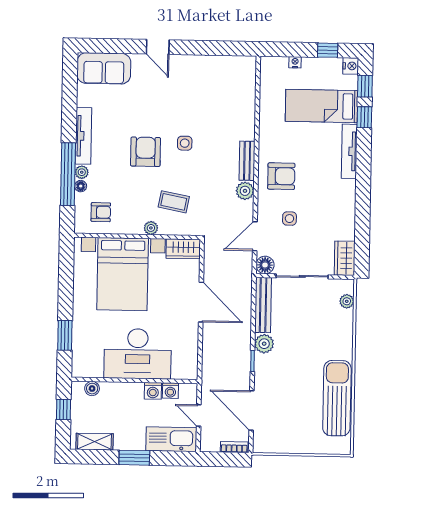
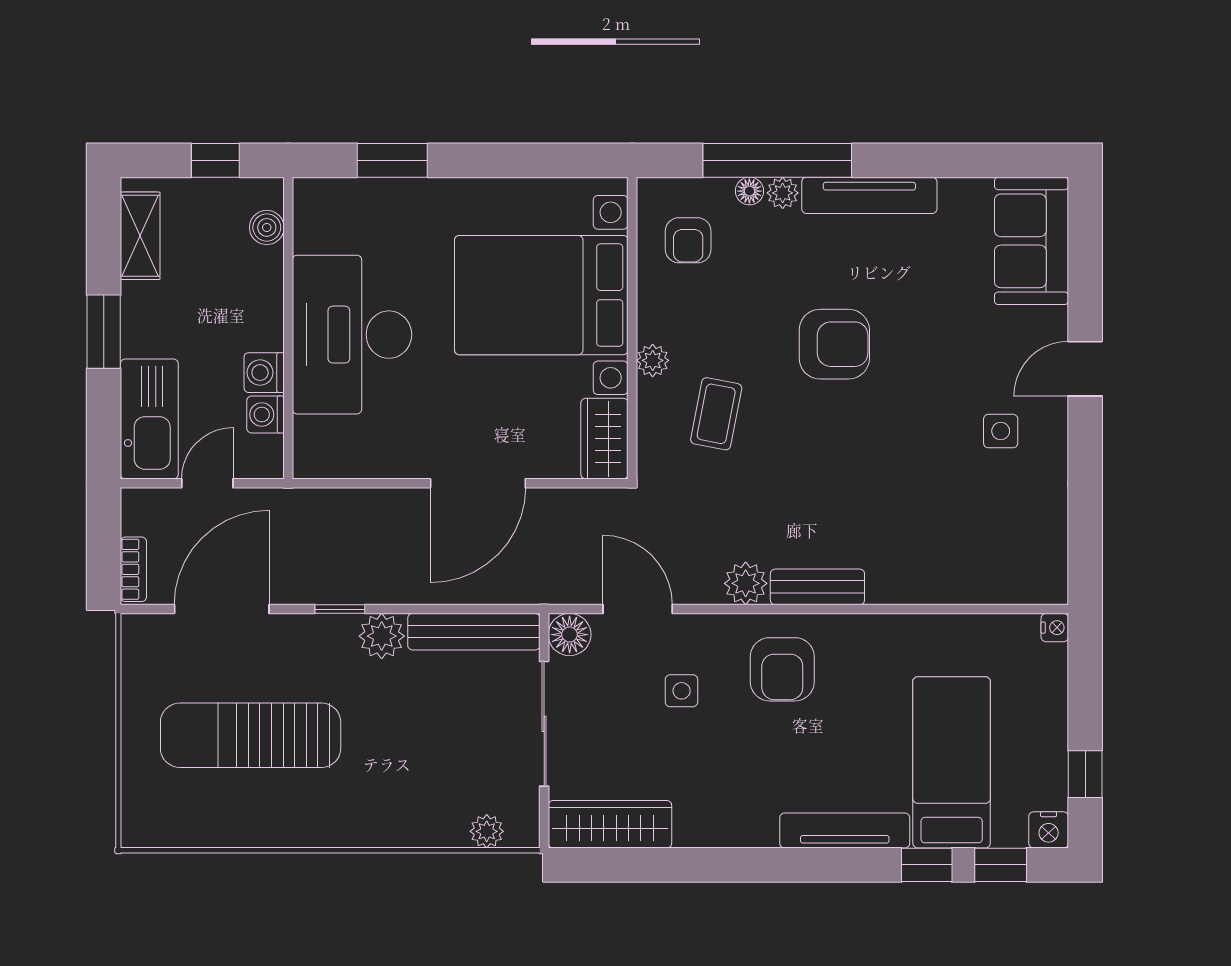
nightstand: (295, 62) -> (1055, 628), moved
side table: (185, 143) -> (1001, 431), moved
wardrobe: (345, 258) -> (610, 824), width x1.50
sun lounger: (337, 398) -> (251, 735), moved, turned 180

